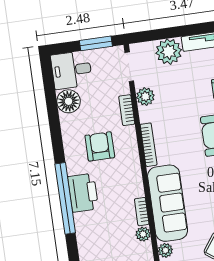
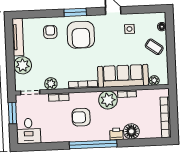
floor lamp: (69, 101) -> (131, 131), moved
printer: (83, 193) -> (116, 134), width x0.53, depth x0.68
window: (65, 198) -> (93, 144), moved
plant: (143, 234) -> (108, 100), moved, width x1.87, depth x1.87

